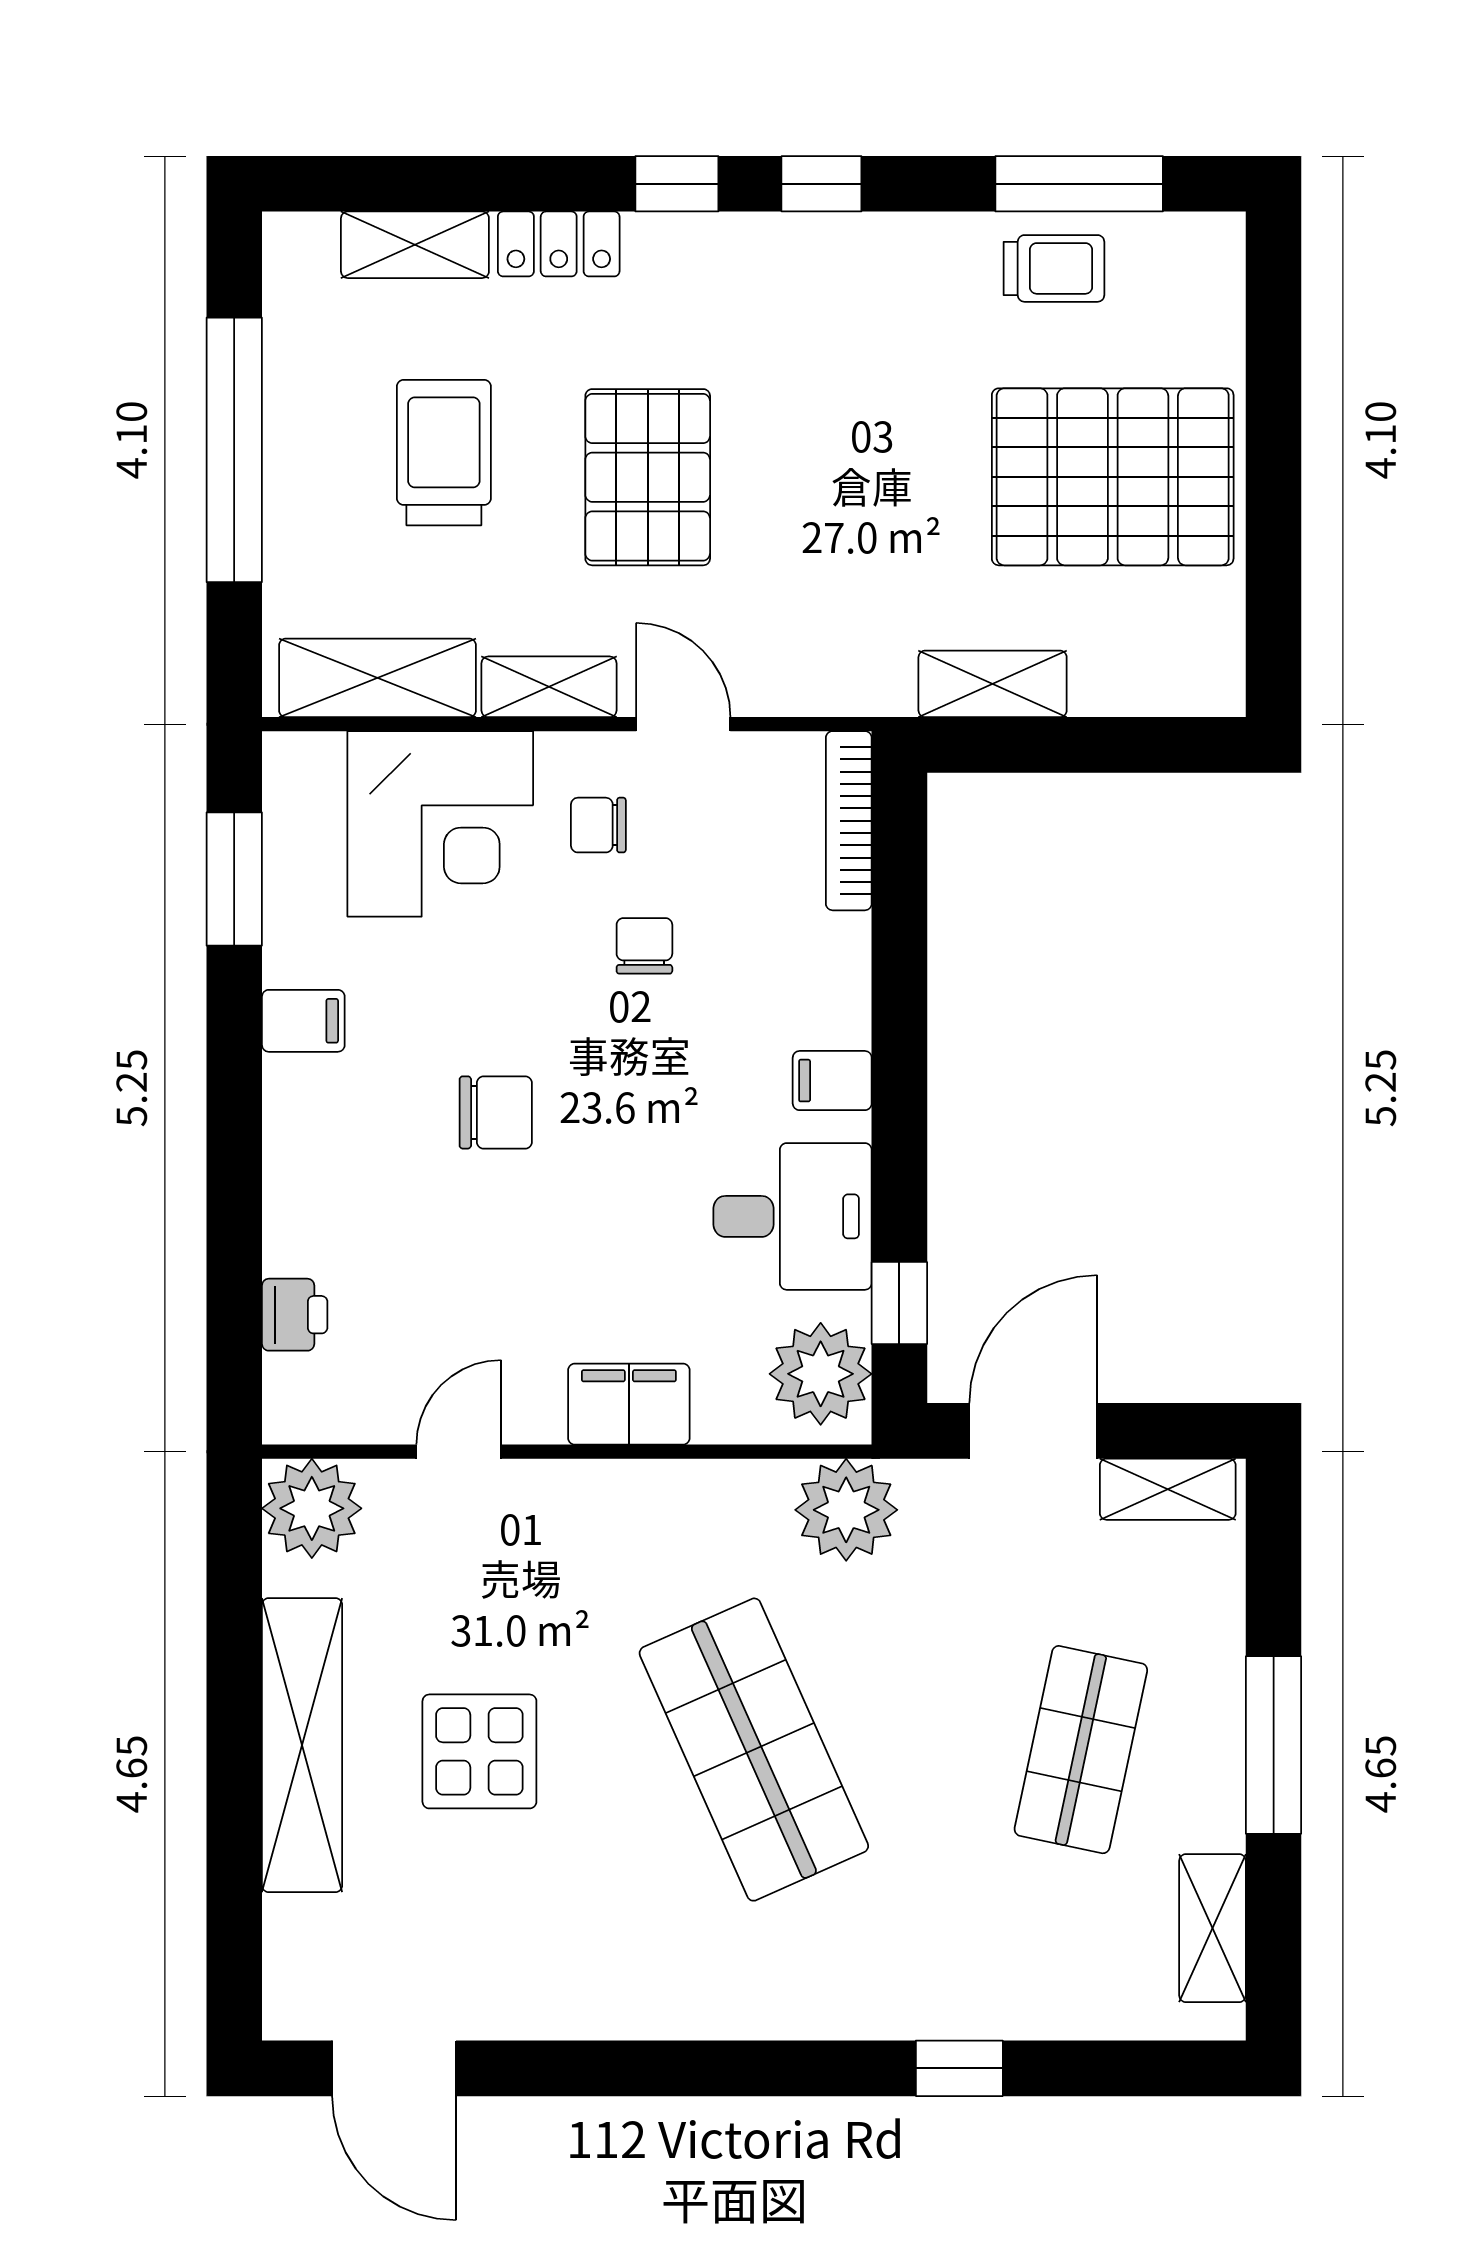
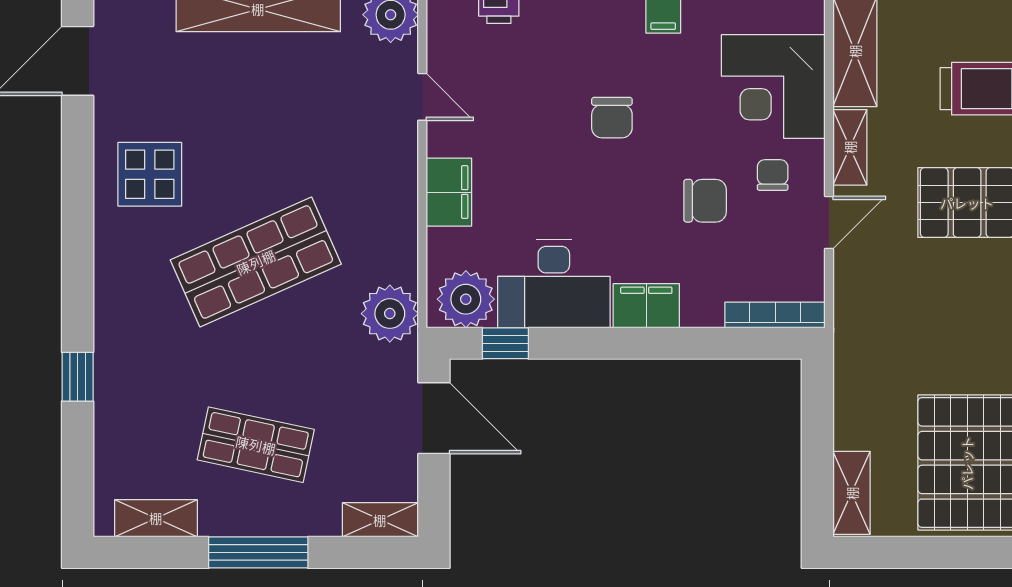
shelving: (993, 684) -> (852, 493), moved
chair: (644, 946) -> (705, 201), width x1.37, depth x1.37
filing cabinet: (832, 1081) -> (646, 306), width x2.00
desk: (793, 1216) -> (554, 284), width x1.37
shelving: (1168, 1489) -> (380, 520), moved, turned 90
display table: (479, 1751) -> (150, 174), moved

